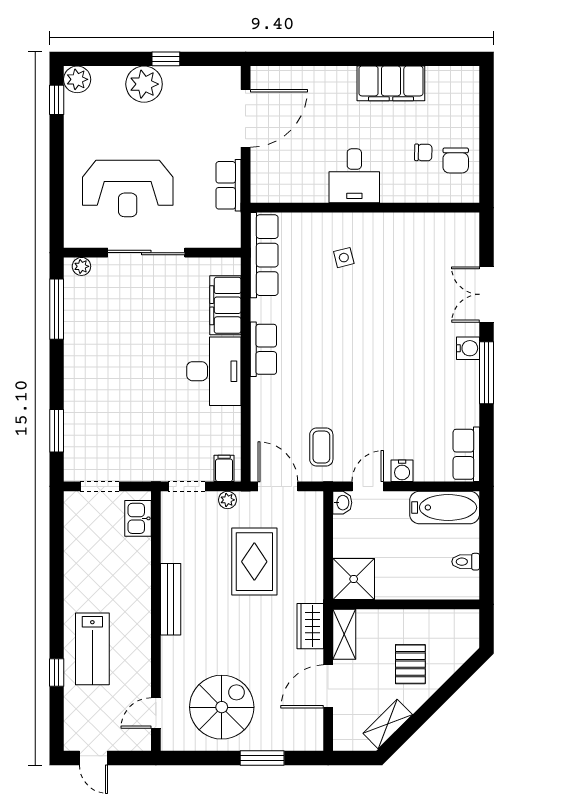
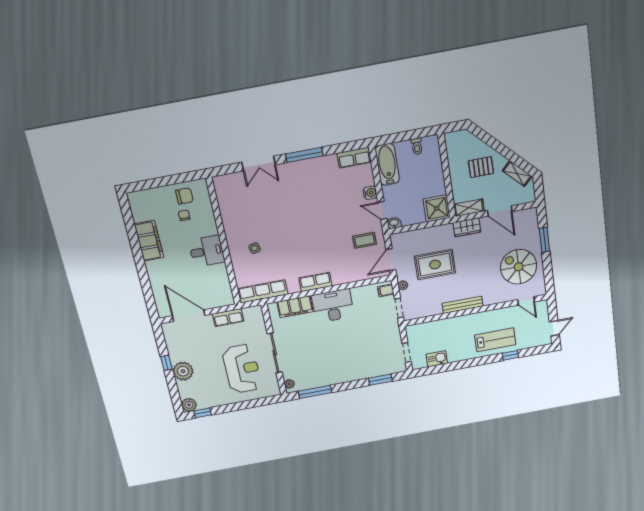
water cooler: (468, 348) -> (292, 168), removed
kitchen sink: (138, 518) -> (437, 359), moved, turned 180

